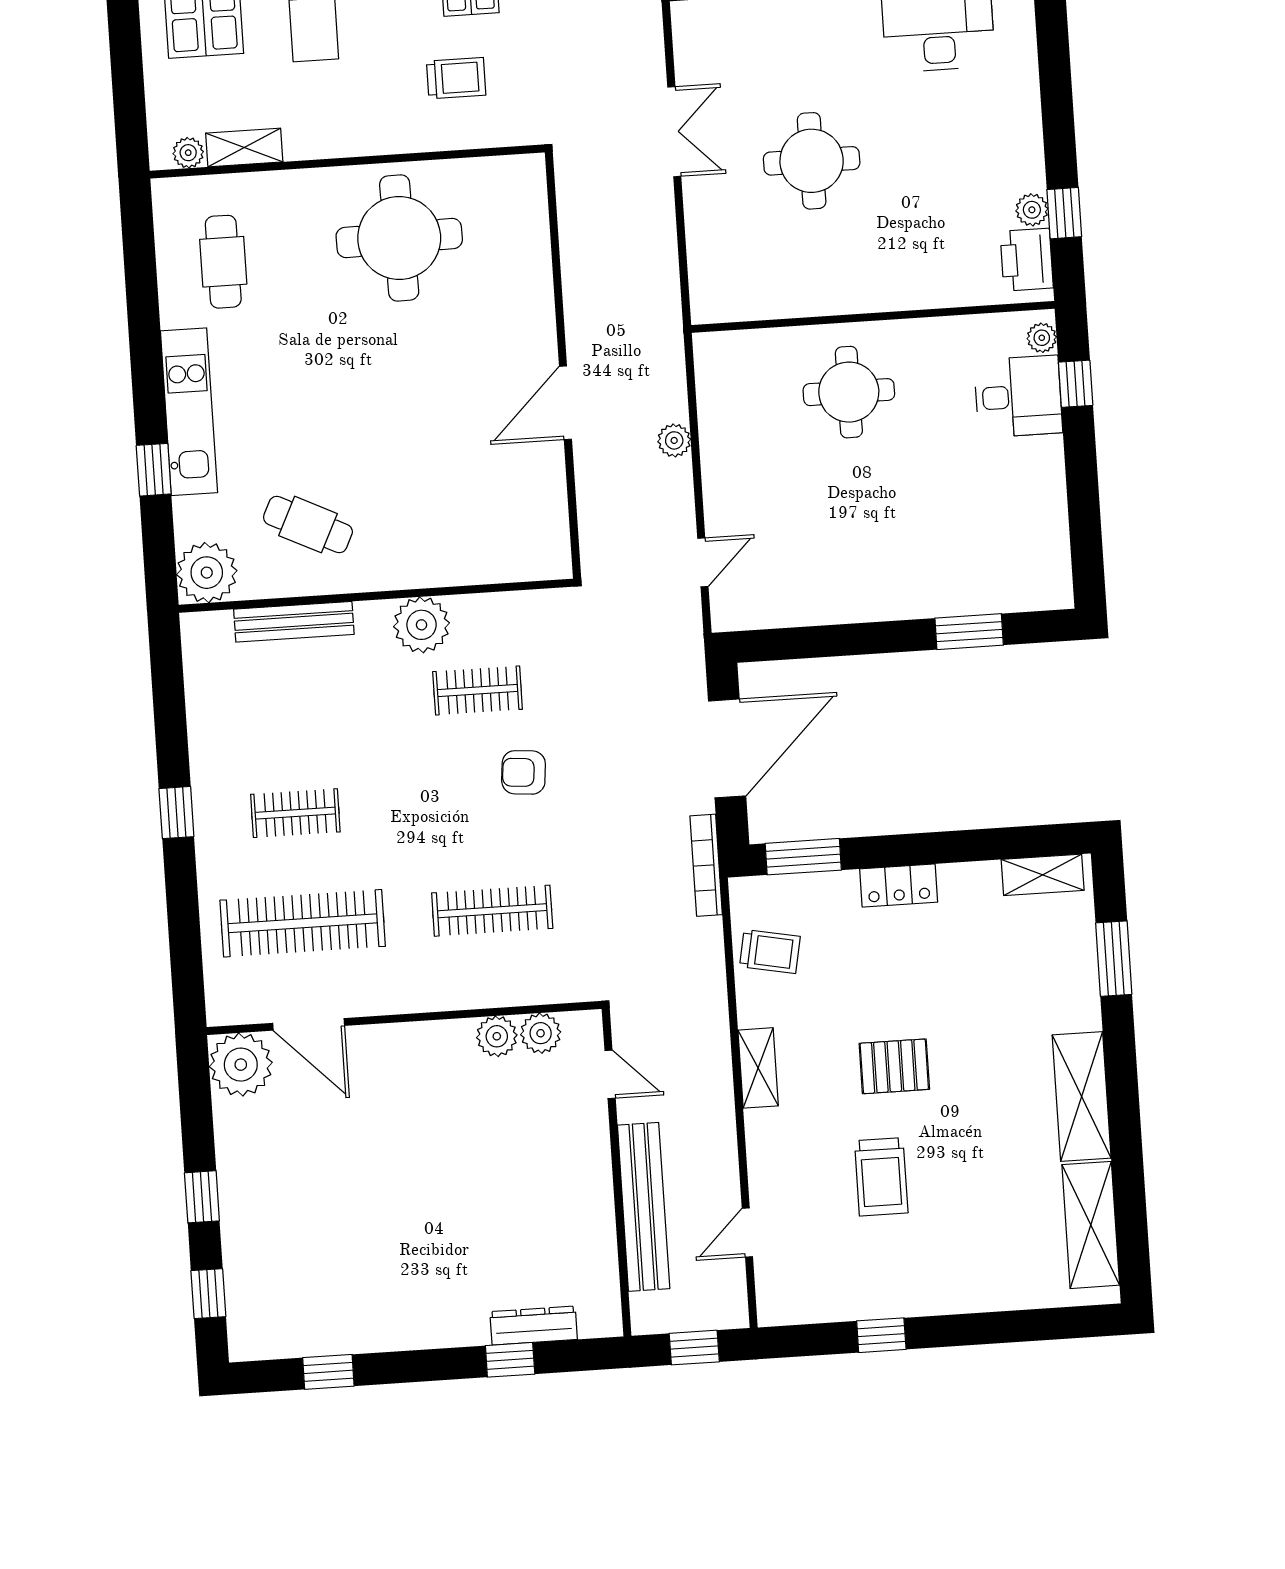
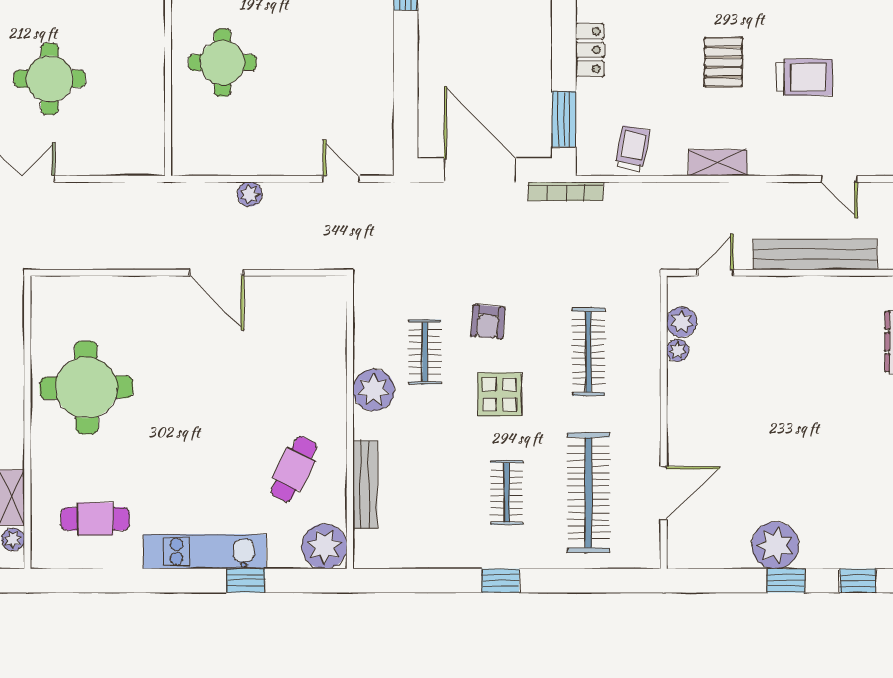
display table: (427, 795) -> (499, 394), added
plant: (497, 1036) -> (678, 350), width x0.73, depth x0.73
plant: (241, 1065) -> (775, 545), moved

